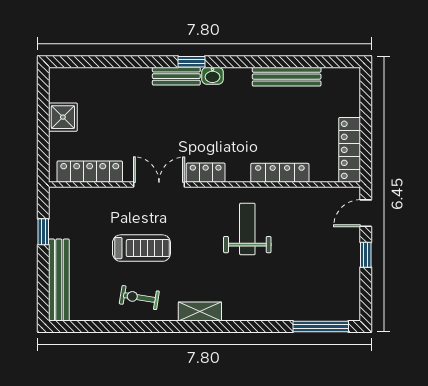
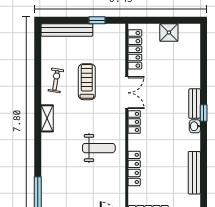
treadmill: (141, 248) -> (87, 82), turned 180

